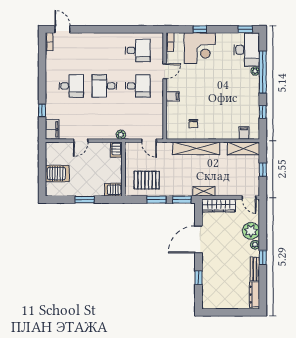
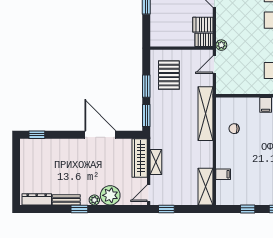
filing cabinet: (244, 133) -> (223, 174), moved
door: (149, 141) -> (214, 65), moved
shelving: (196, 148) -> (206, 114), moved
window: (263, 170) -> (166, 209), moved
server rack: (113, 190) -> (203, 25), moved, turned -90
shelving: (204, 191) -> (156, 162), moved
window: (198, 278) -> (37, 135), moved

